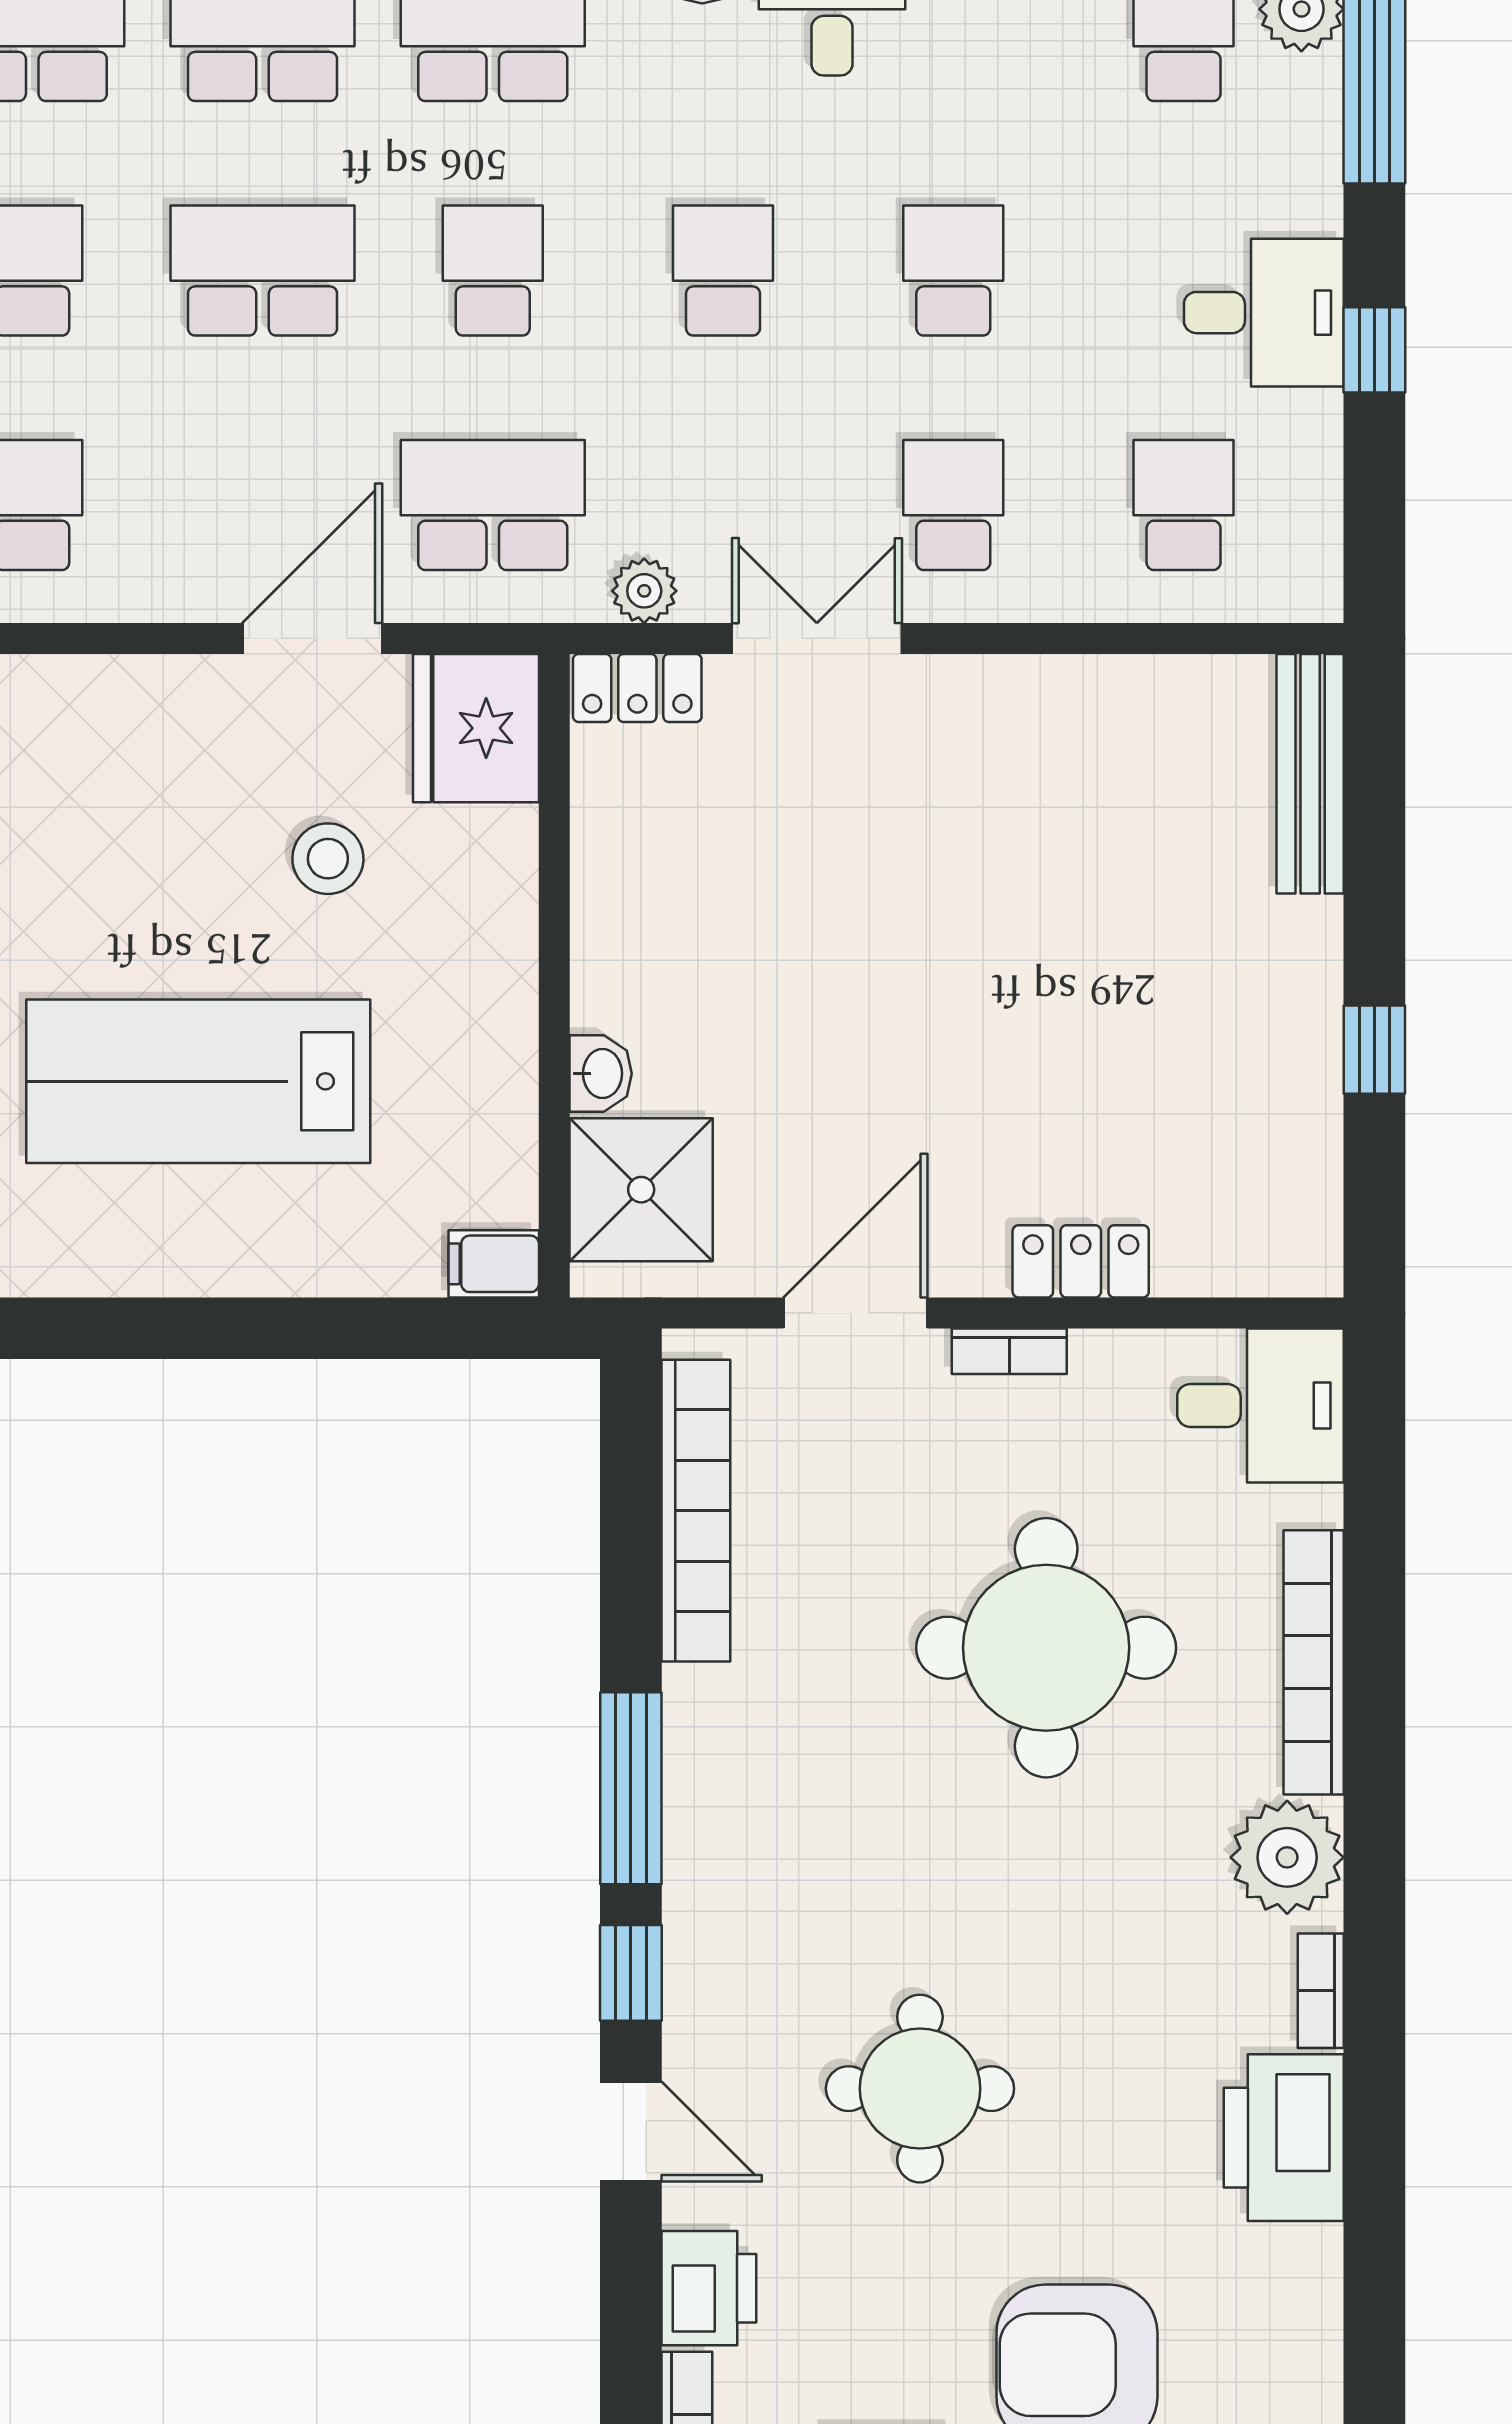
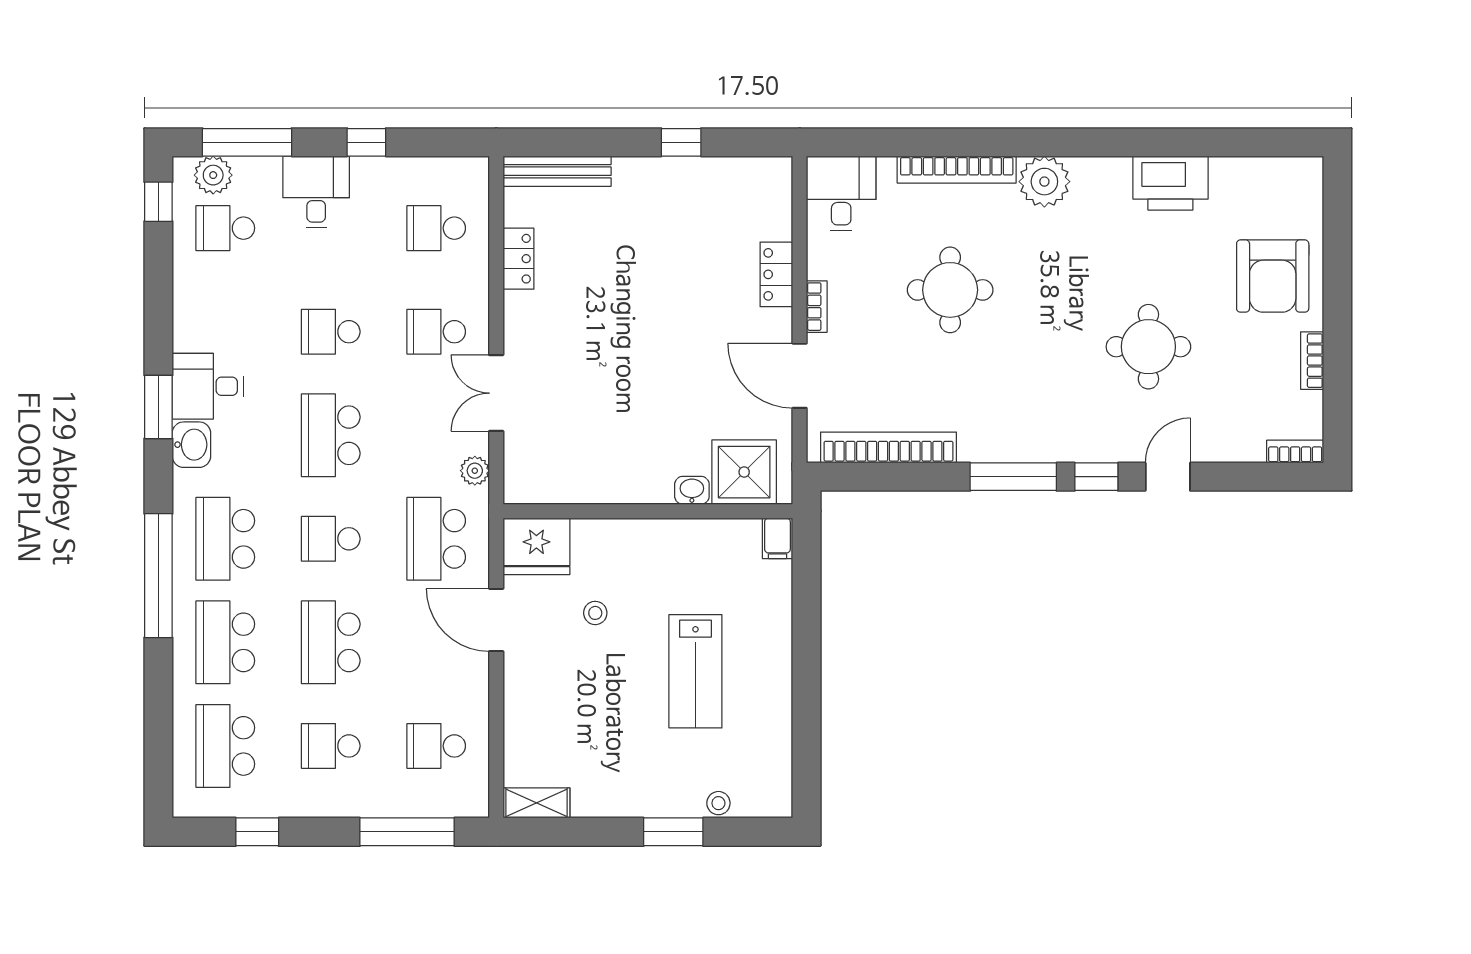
school desk: (723, 271) -> (331, 435), width x1.85
desk: (1264, 313) -> (316, 192), moved
locker: (637, 688) -> (518, 259), moved
stool: (328, 859) -> (595, 613), width x0.73, depth x0.73
lab bench: (198, 1081) -> (695, 671), width x0.73, depth x0.72
round table: (1046, 1648) -> (950, 290), width x0.73, depth x0.73
bookcase: (1321, 1991) -> (1104, 166), removed
printer: (709, 2288) -> (1238, 442), removed

